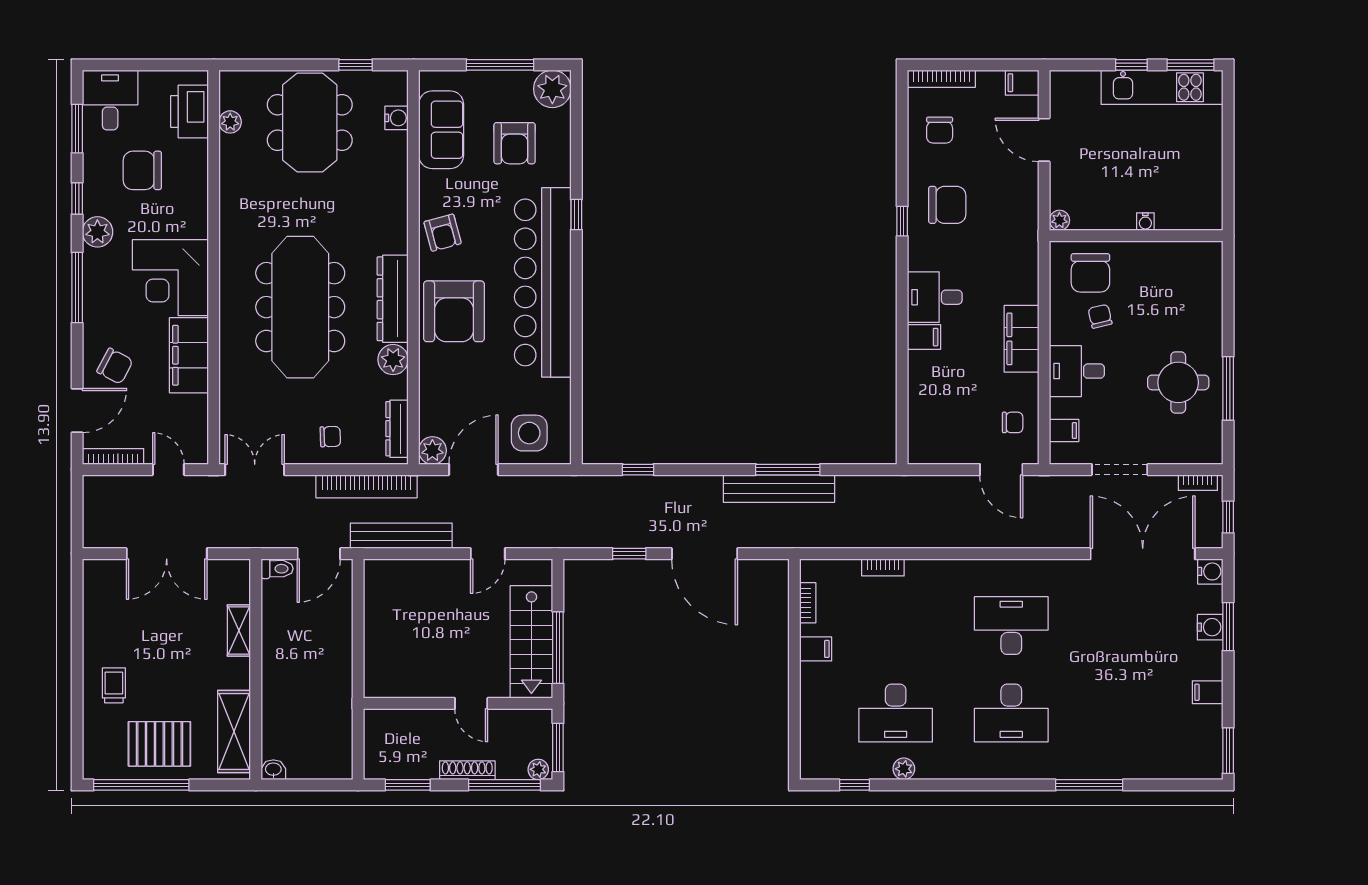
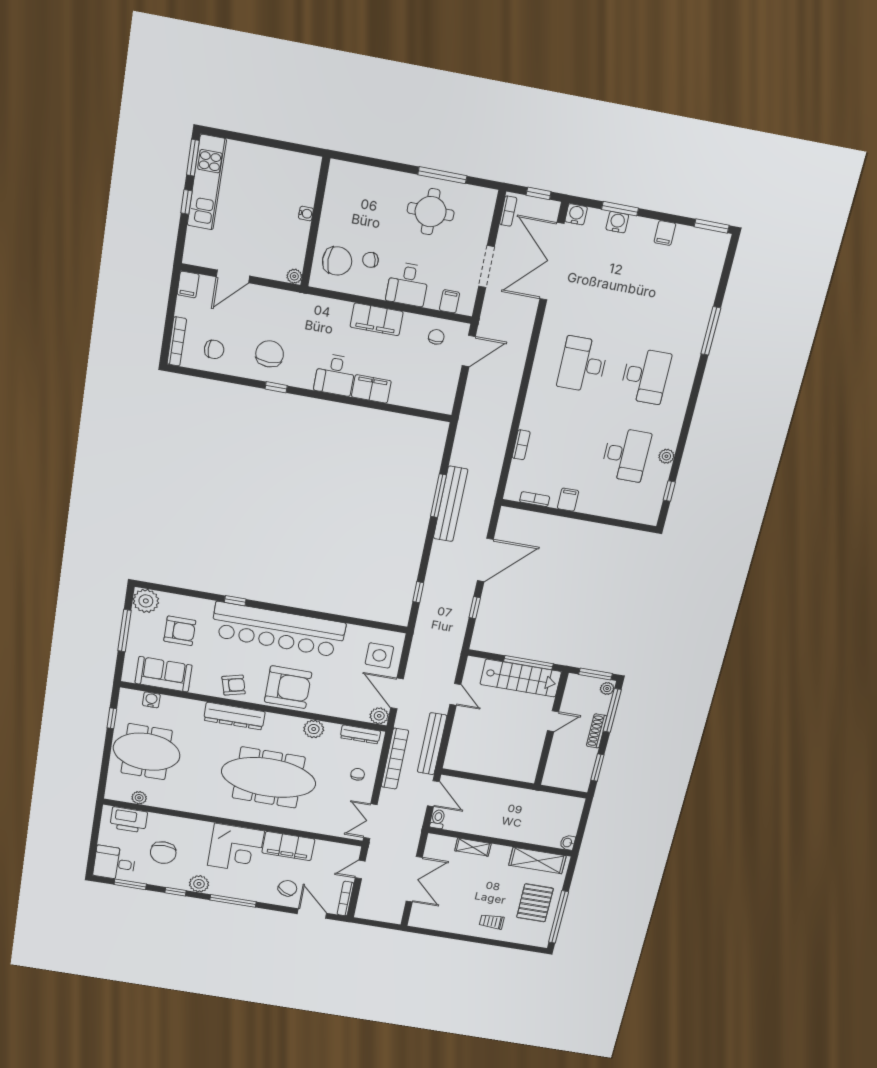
dresser: (393, 299) -> (234, 716), moved
filing cabinet: (924, 337) -> (371, 389), width x2.00

